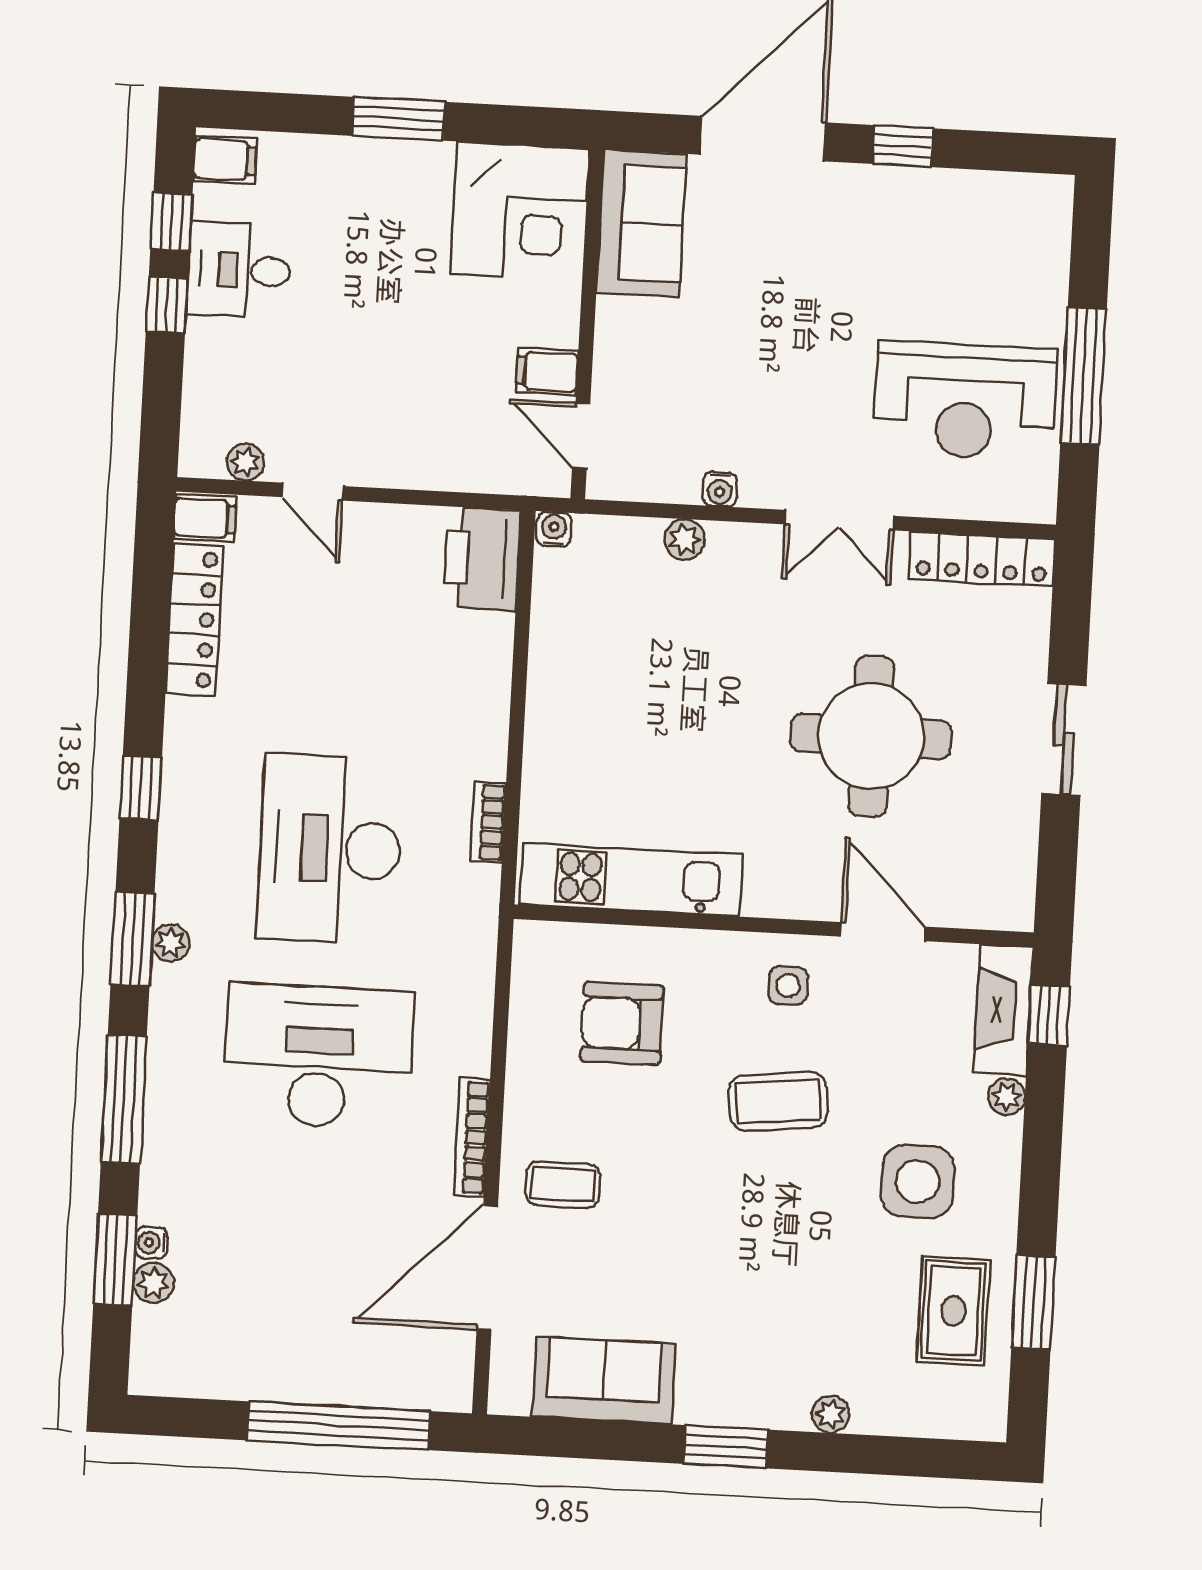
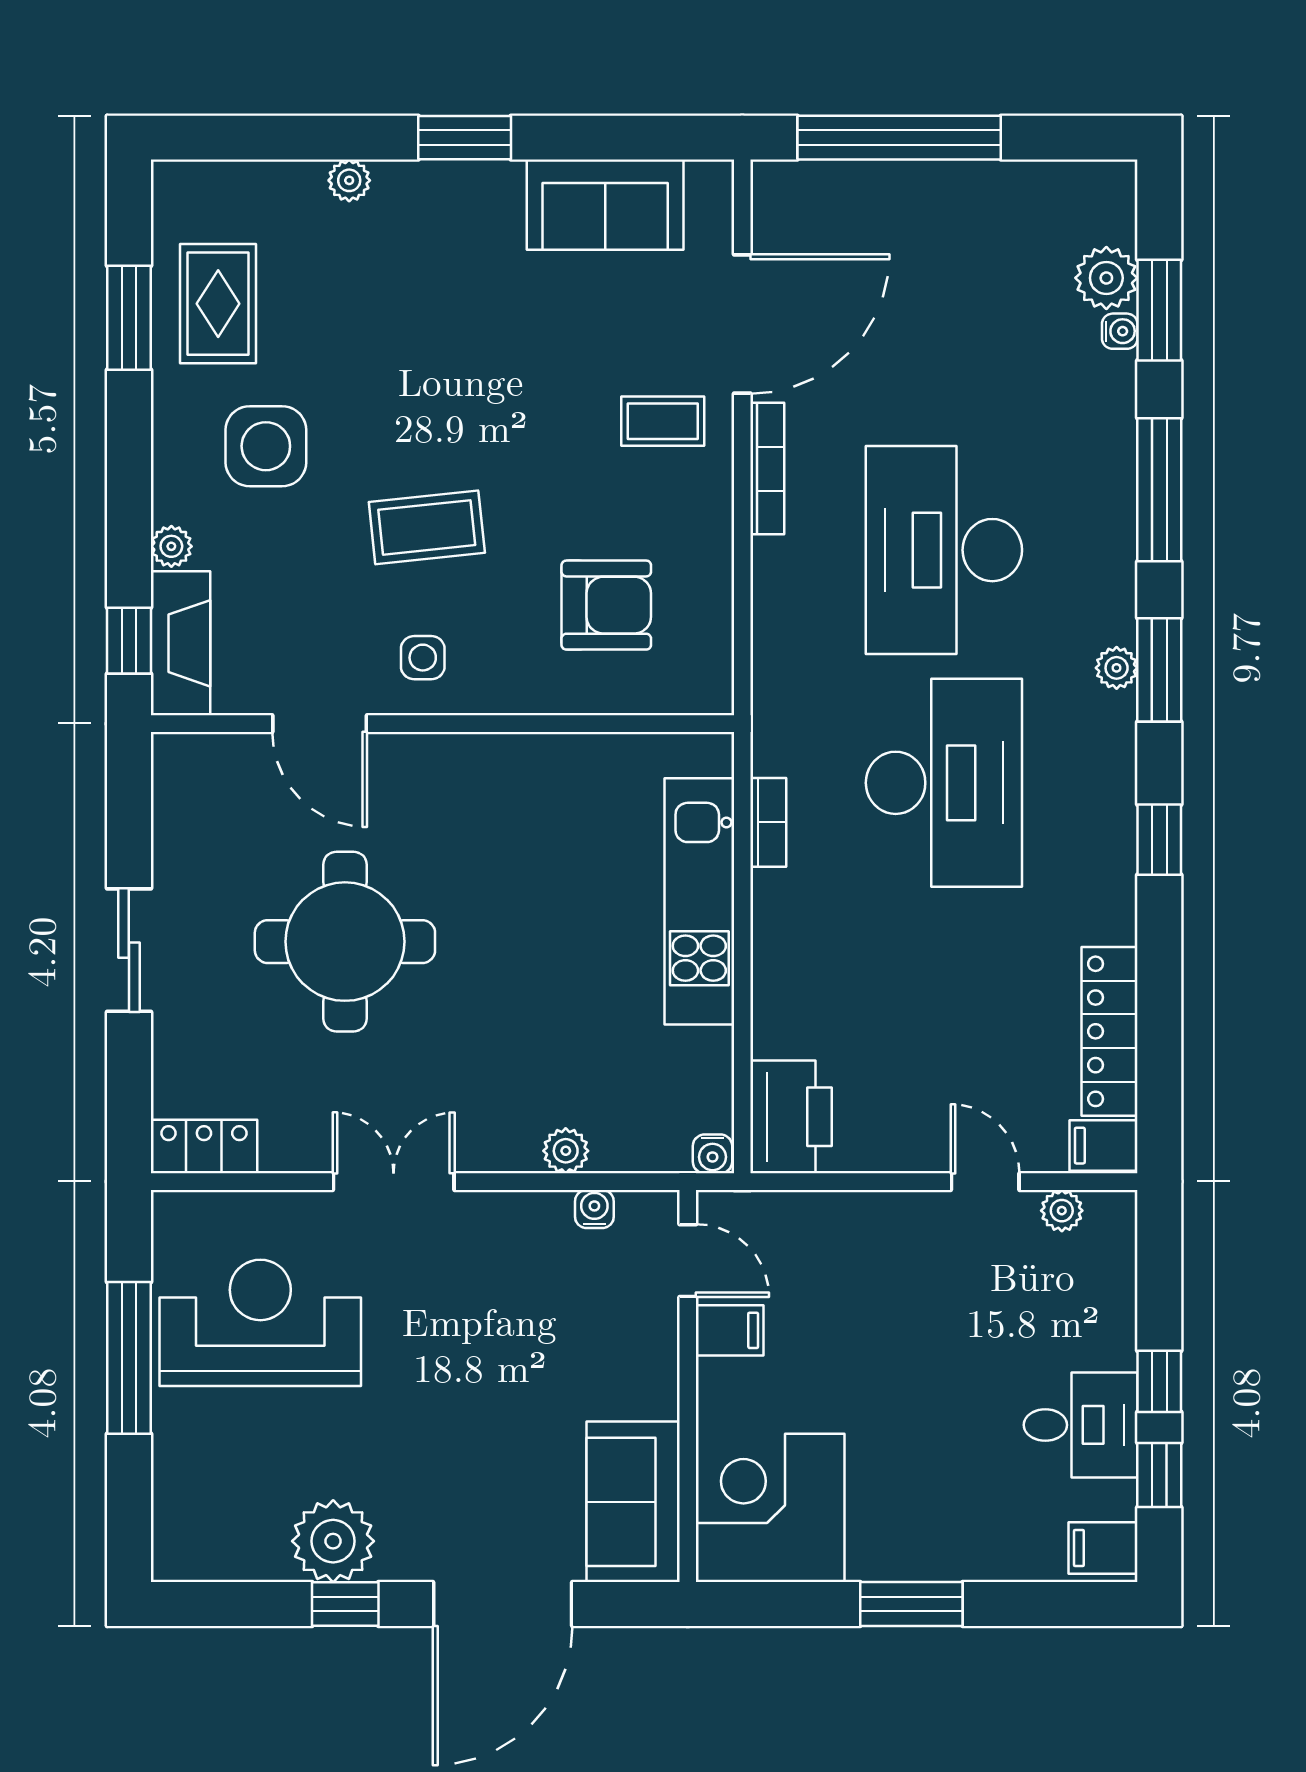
plant: (911, 203) -> (333, 1541), added
water cooler: (720, 489) -> (594, 1209), moved
locker: (982, 559) -> (204, 1147), width x0.66
kitchen unit: (631, 880) -> (699, 901), moved, turned 90
desk: (319, 1056) -> (944, 550), turned 90
plant: (154, 1283) -> (1106, 278), width x1.38, depth x1.38

